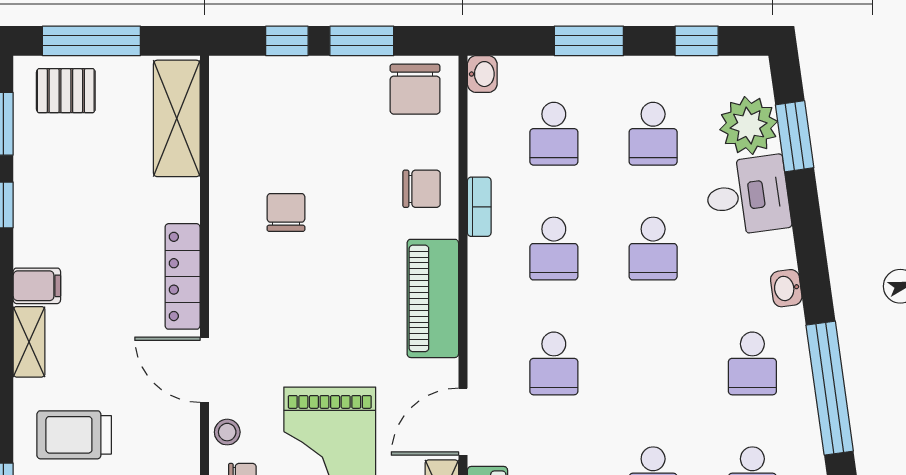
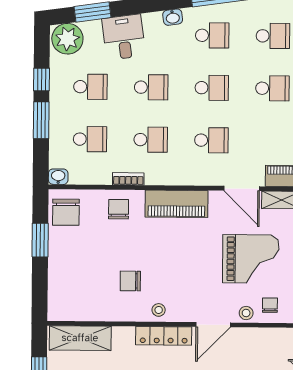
window: (287, 41) -> (40, 280), removed
window: (697, 41) -> (42, 80), moved
chair: (415, 89) -> (66, 212), turned 90
plant: (749, 126) -> (67, 39), moved
stool: (232, 266) -> (159, 310), added
school desk: (653, 363) -> (212, 88), added

